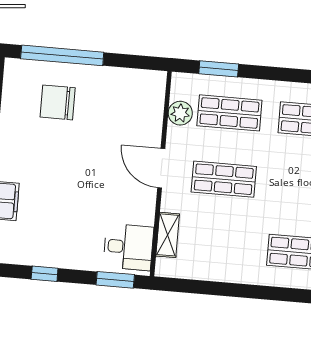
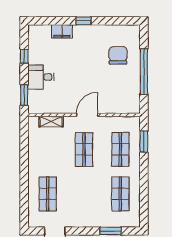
window: (62, 55) -> (144, 71), moved
plant: (180, 113) -> (118, 123), removed
desk: (128, 247) -> (41, 77), moved, turned 90

